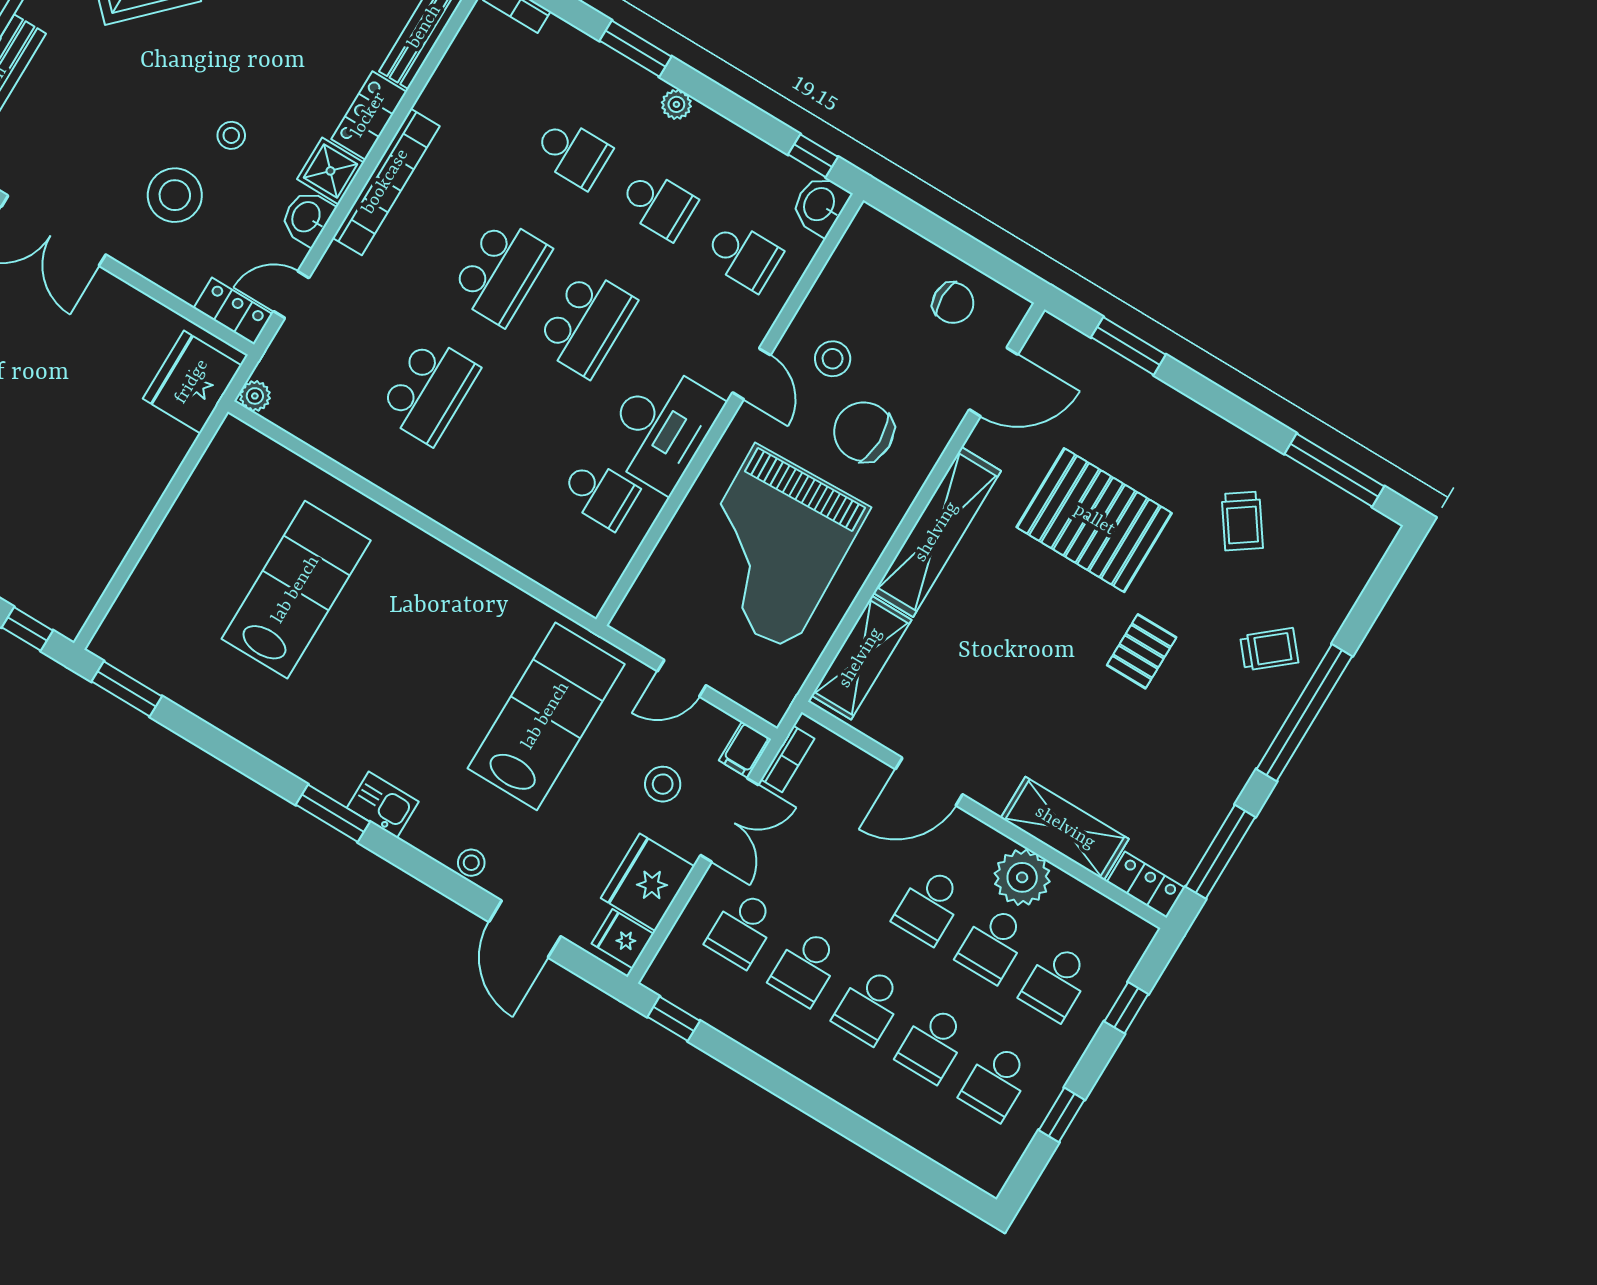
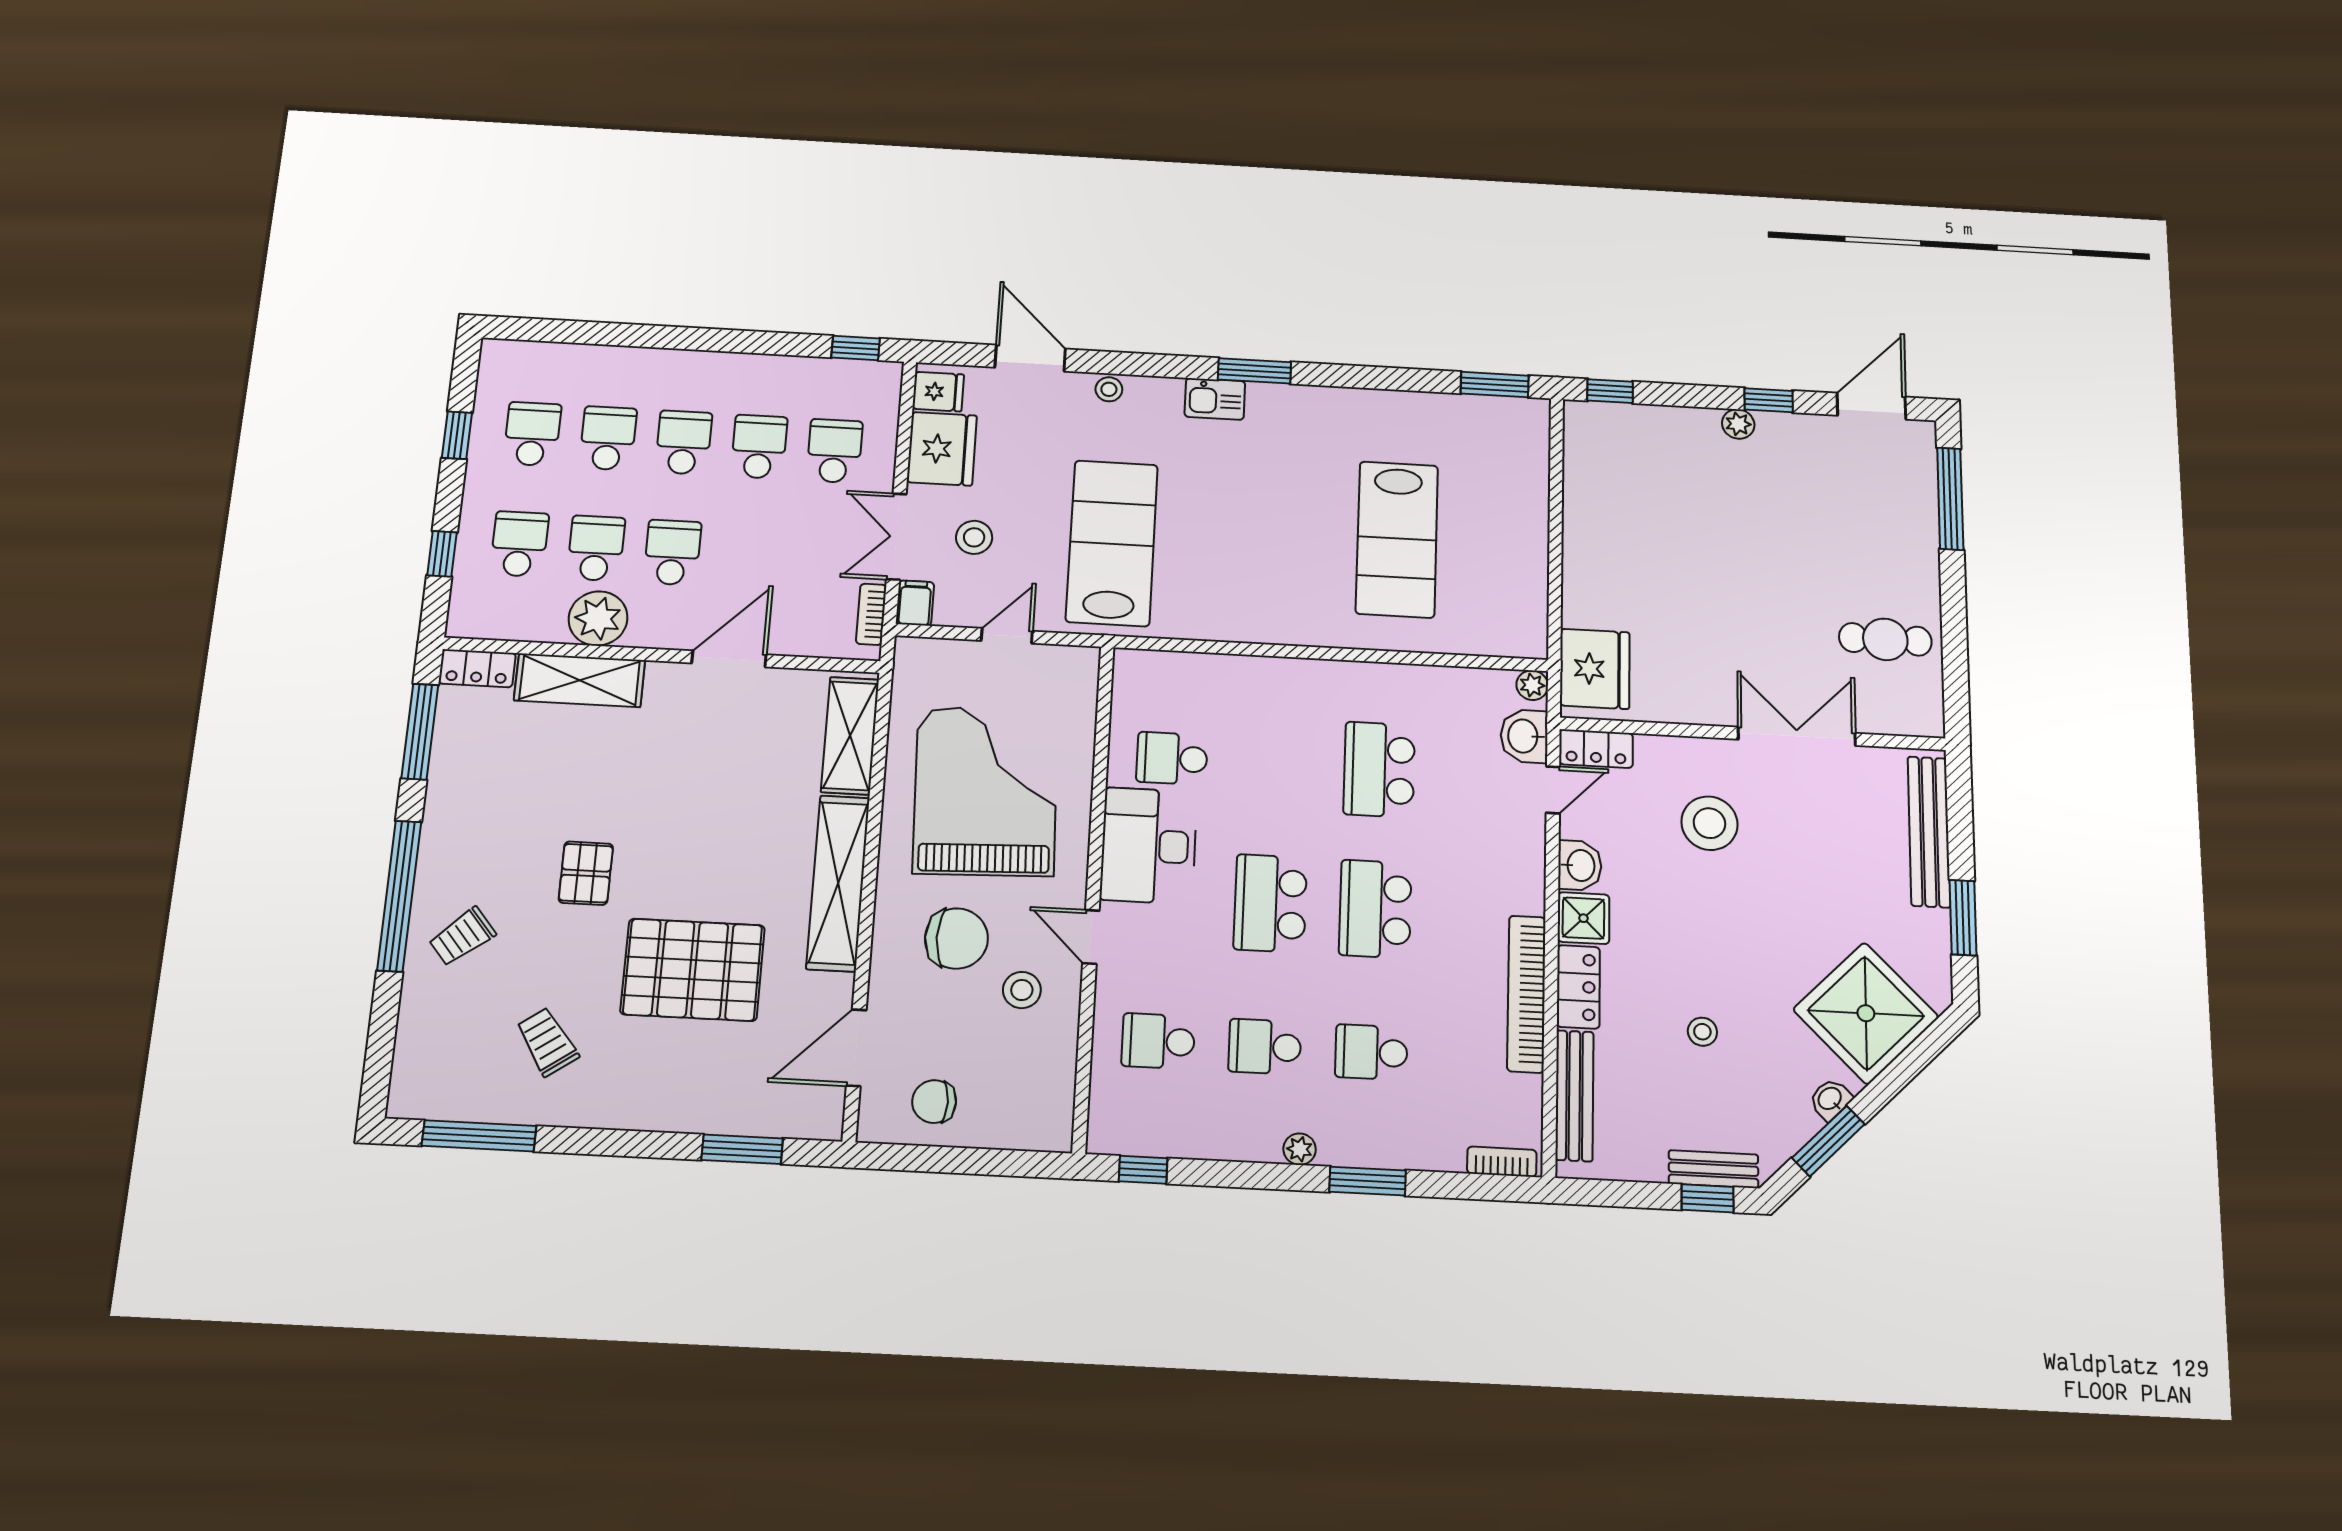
stool: (231, 135) -> (1702, 1032), moved
bookcase: (386, 182) -> (1526, 994), moved
washbasin: (820, 205) -> (1524, 736), moved, turned 180
lab bench: (546, 716) -> (1112, 543), turned 180

